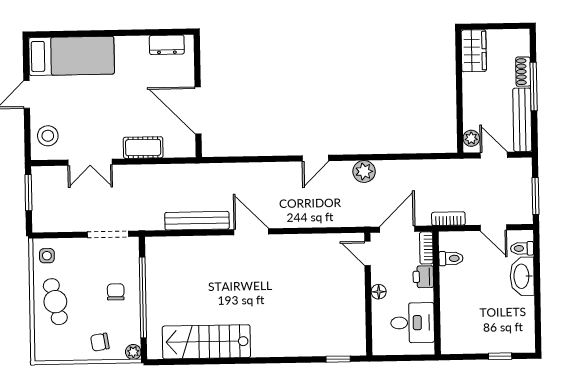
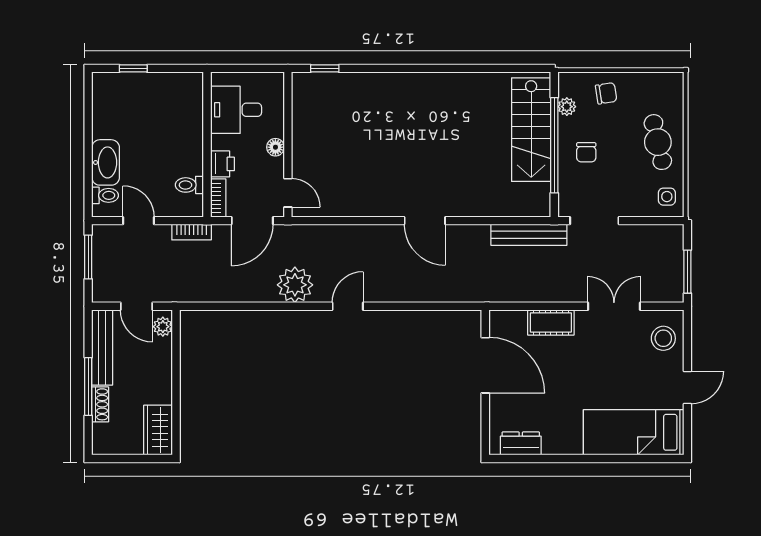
plant: (364, 171) -> (295, 285), width x1.36, depth x1.36
bench: (197, 221) -> (529, 235), moved
stairs: (206, 342) -> (531, 130), moved, turned 90
plant: (133, 352) -> (567, 107), moved

